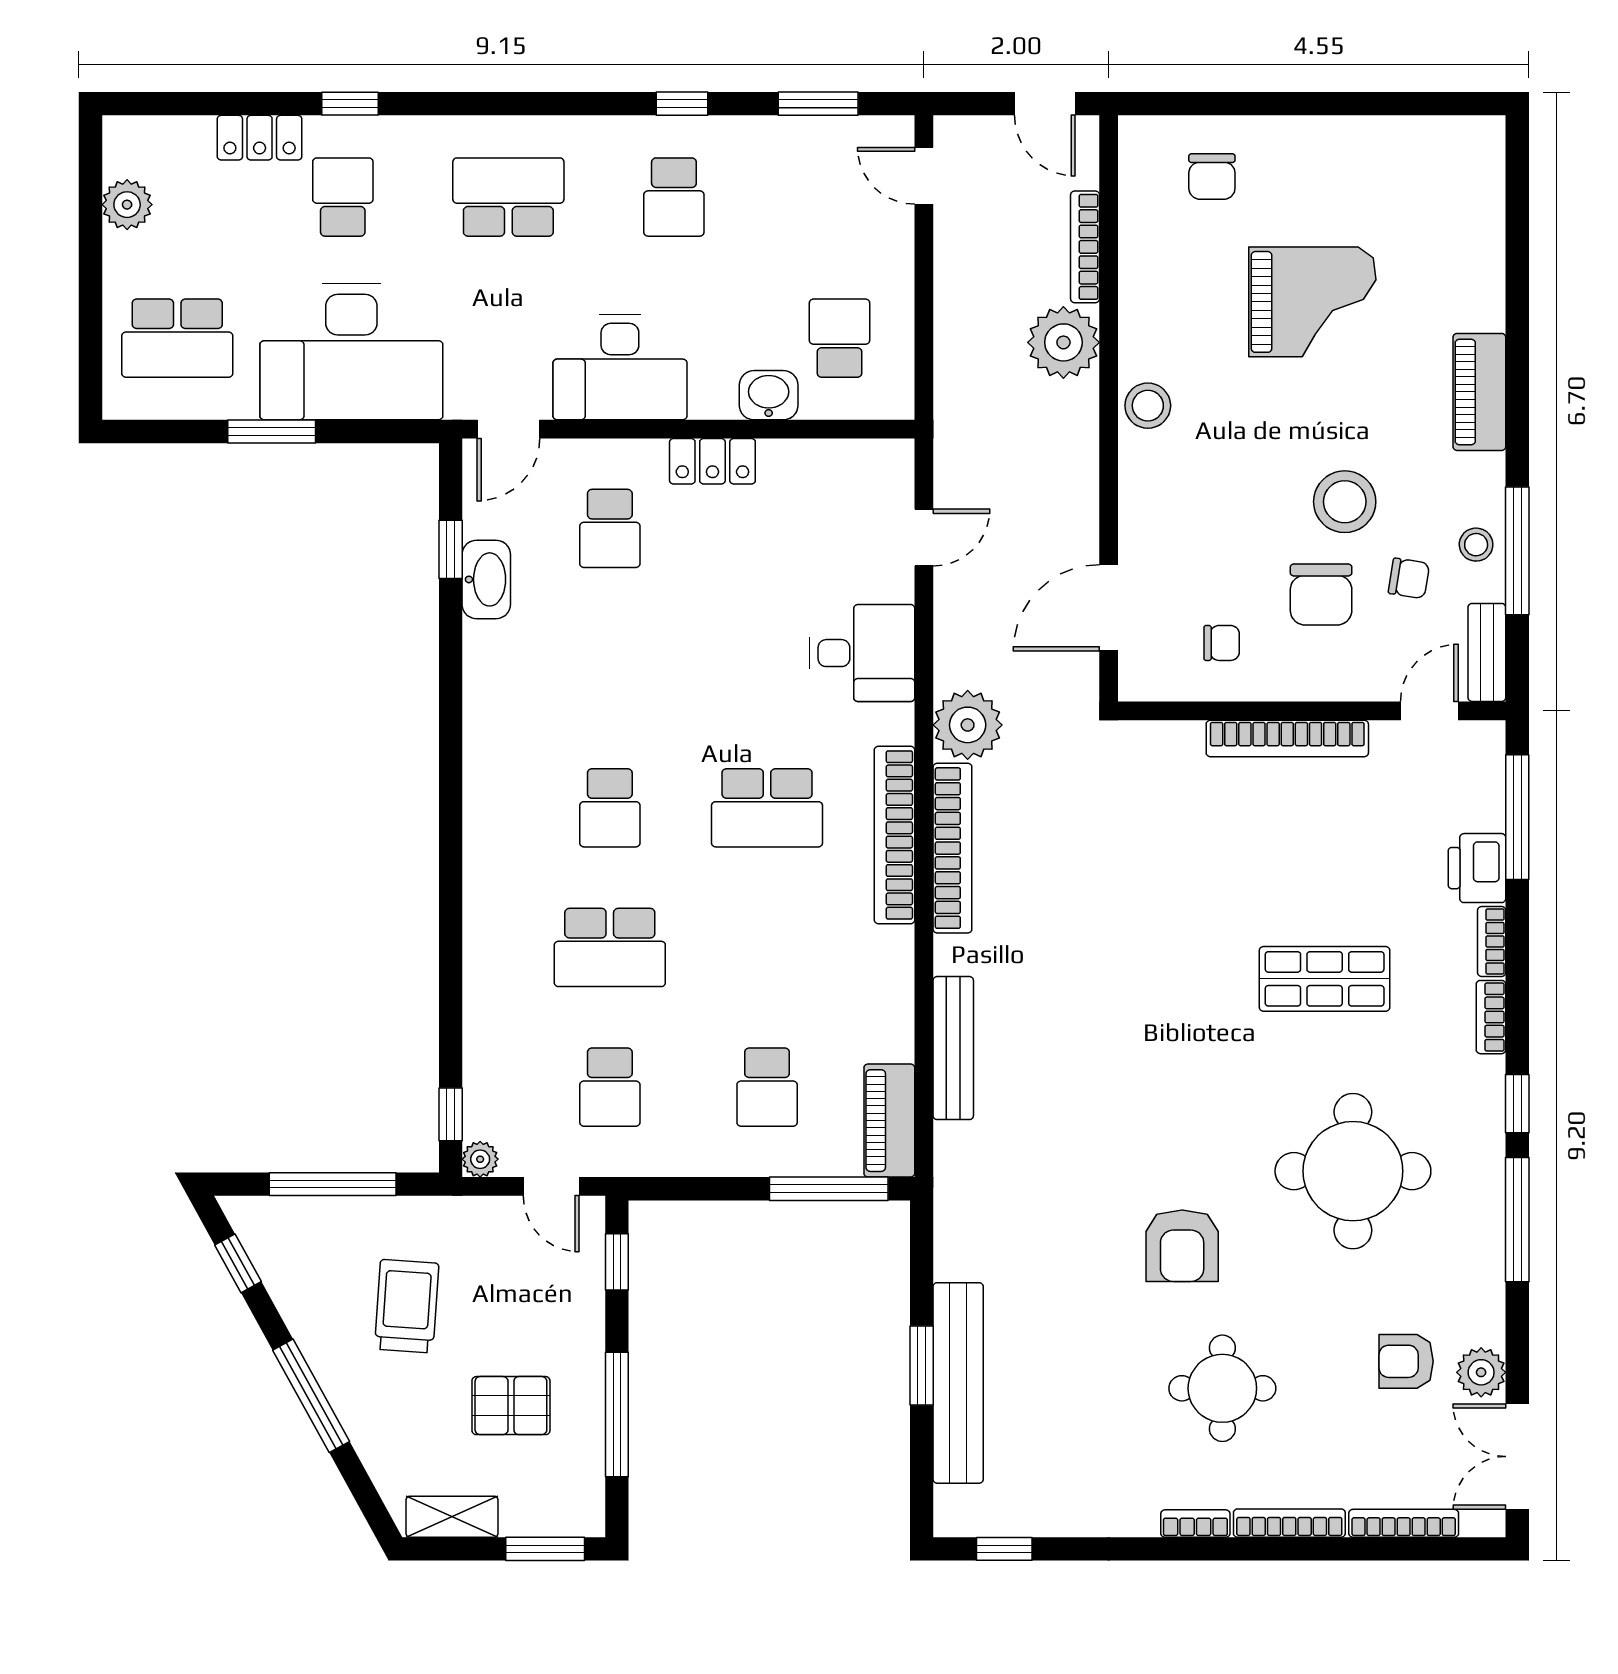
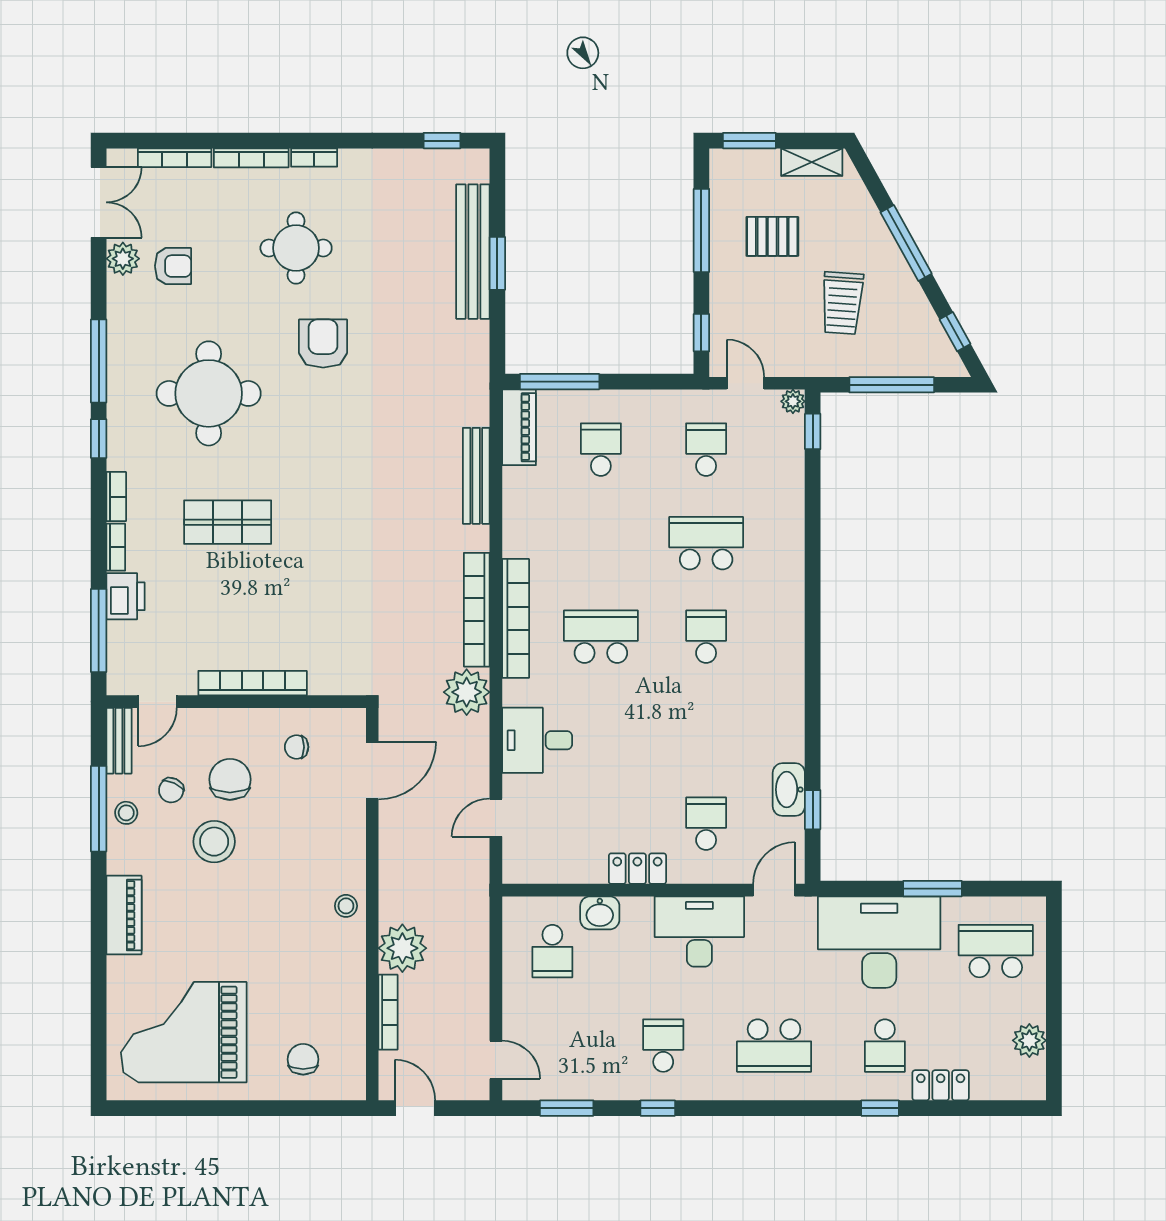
grand piano: (1312, 302) -> (184, 1032), moved, width x1.37, depth x1.48
stool: (1148, 406) -> (346, 906), width x0.73, depth x0.73
chair: (1409, 578) -> (171, 790), turned -74

